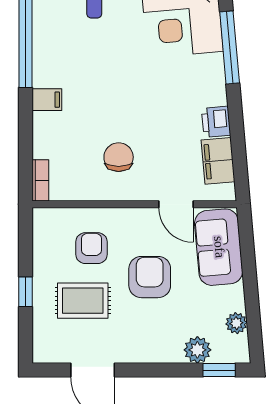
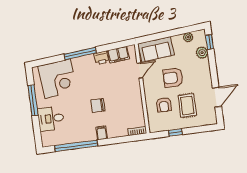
window: (230, 47) -> (80, 54), moved
chair: (119, 157) -> (98, 105), moved
armchair: (92, 248) -> (164, 105), turned -90
window: (25, 292) -> (175, 133), moved

